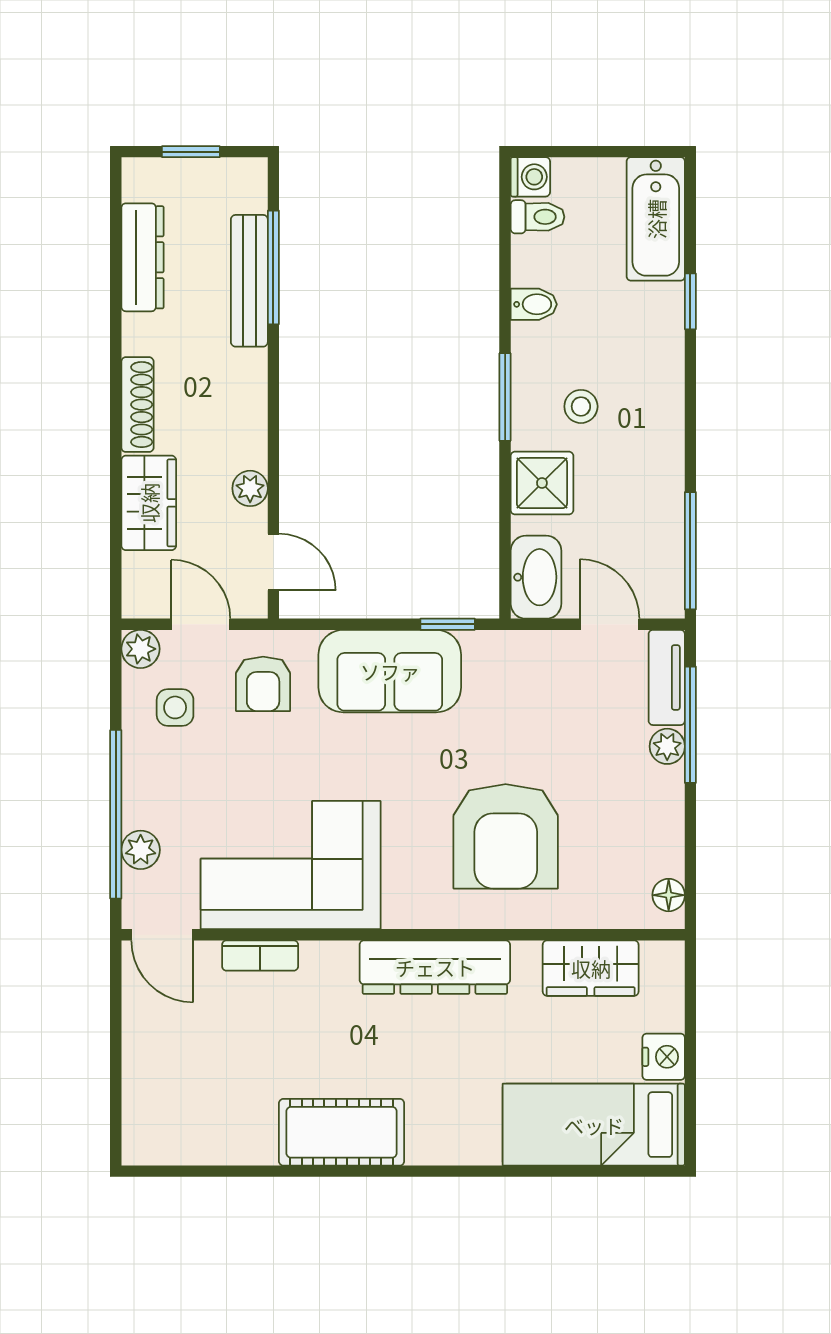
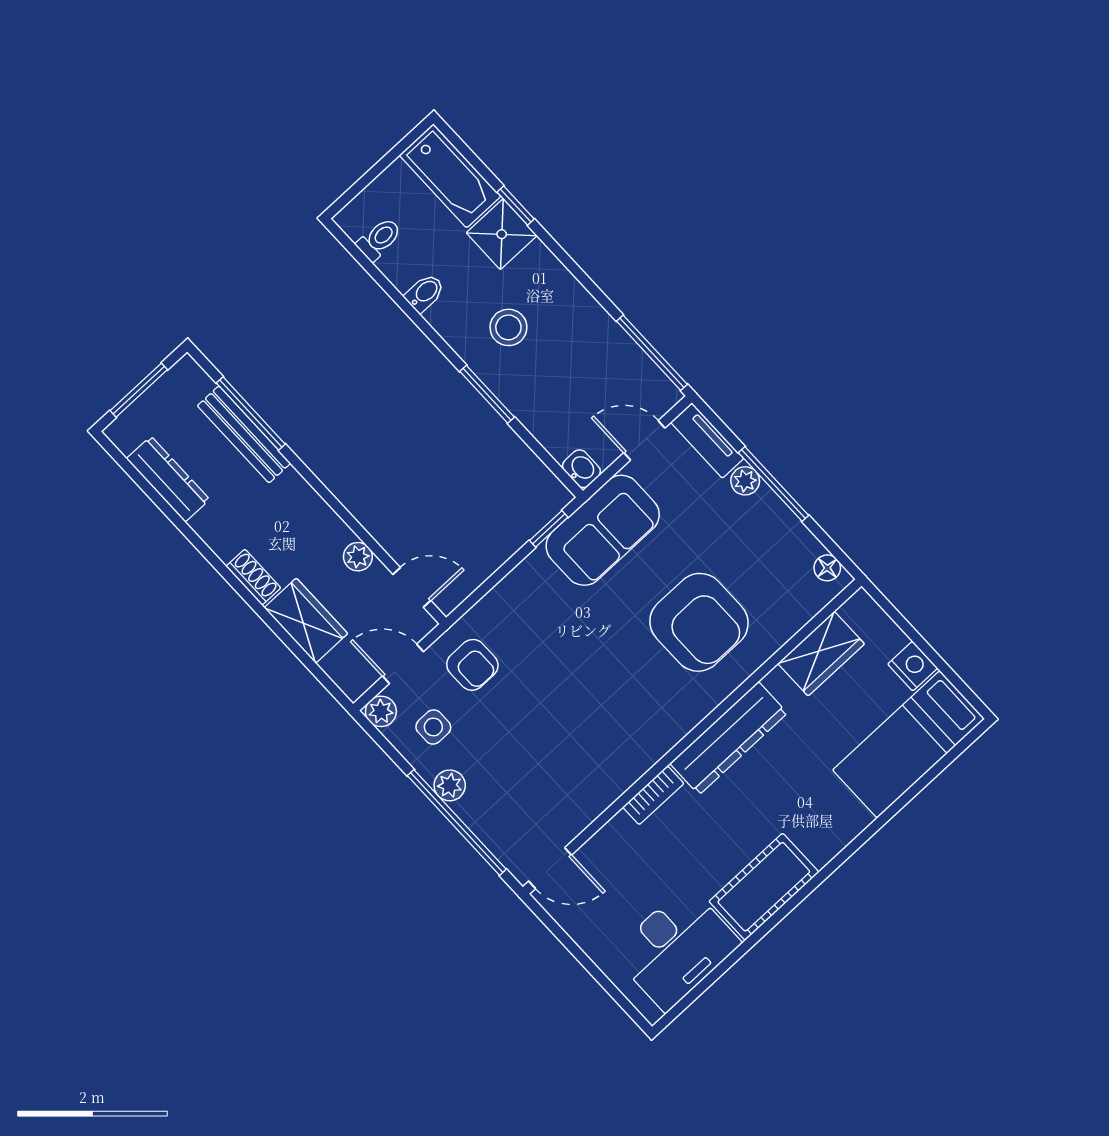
window: (191, 152) -> (139, 390), width x1.50
washing machine: (530, 177) -> (353, 220), removed
window: (505, 397) -> (487, 394), moved
shoe rack: (137, 405) -> (253, 577), width x0.70
stool: (581, 406) -> (508, 327), width x1.37, depth x1.37
shower: (542, 483) -> (502, 234), moved
washbasin: (536, 577) -> (581, 469), width x0.52, depth x0.69
sofa: (390, 671) -> (603, 530), moved
window: (690, 725) -> (773, 484), moved
plant: (141, 850) -> (450, 785), moved
corner sofa: (291, 865) -> (588, 757), removed
bookcase: (260, 956) -> (653, 795), moved
desk: (210, 1114) -> (676, 948), added

